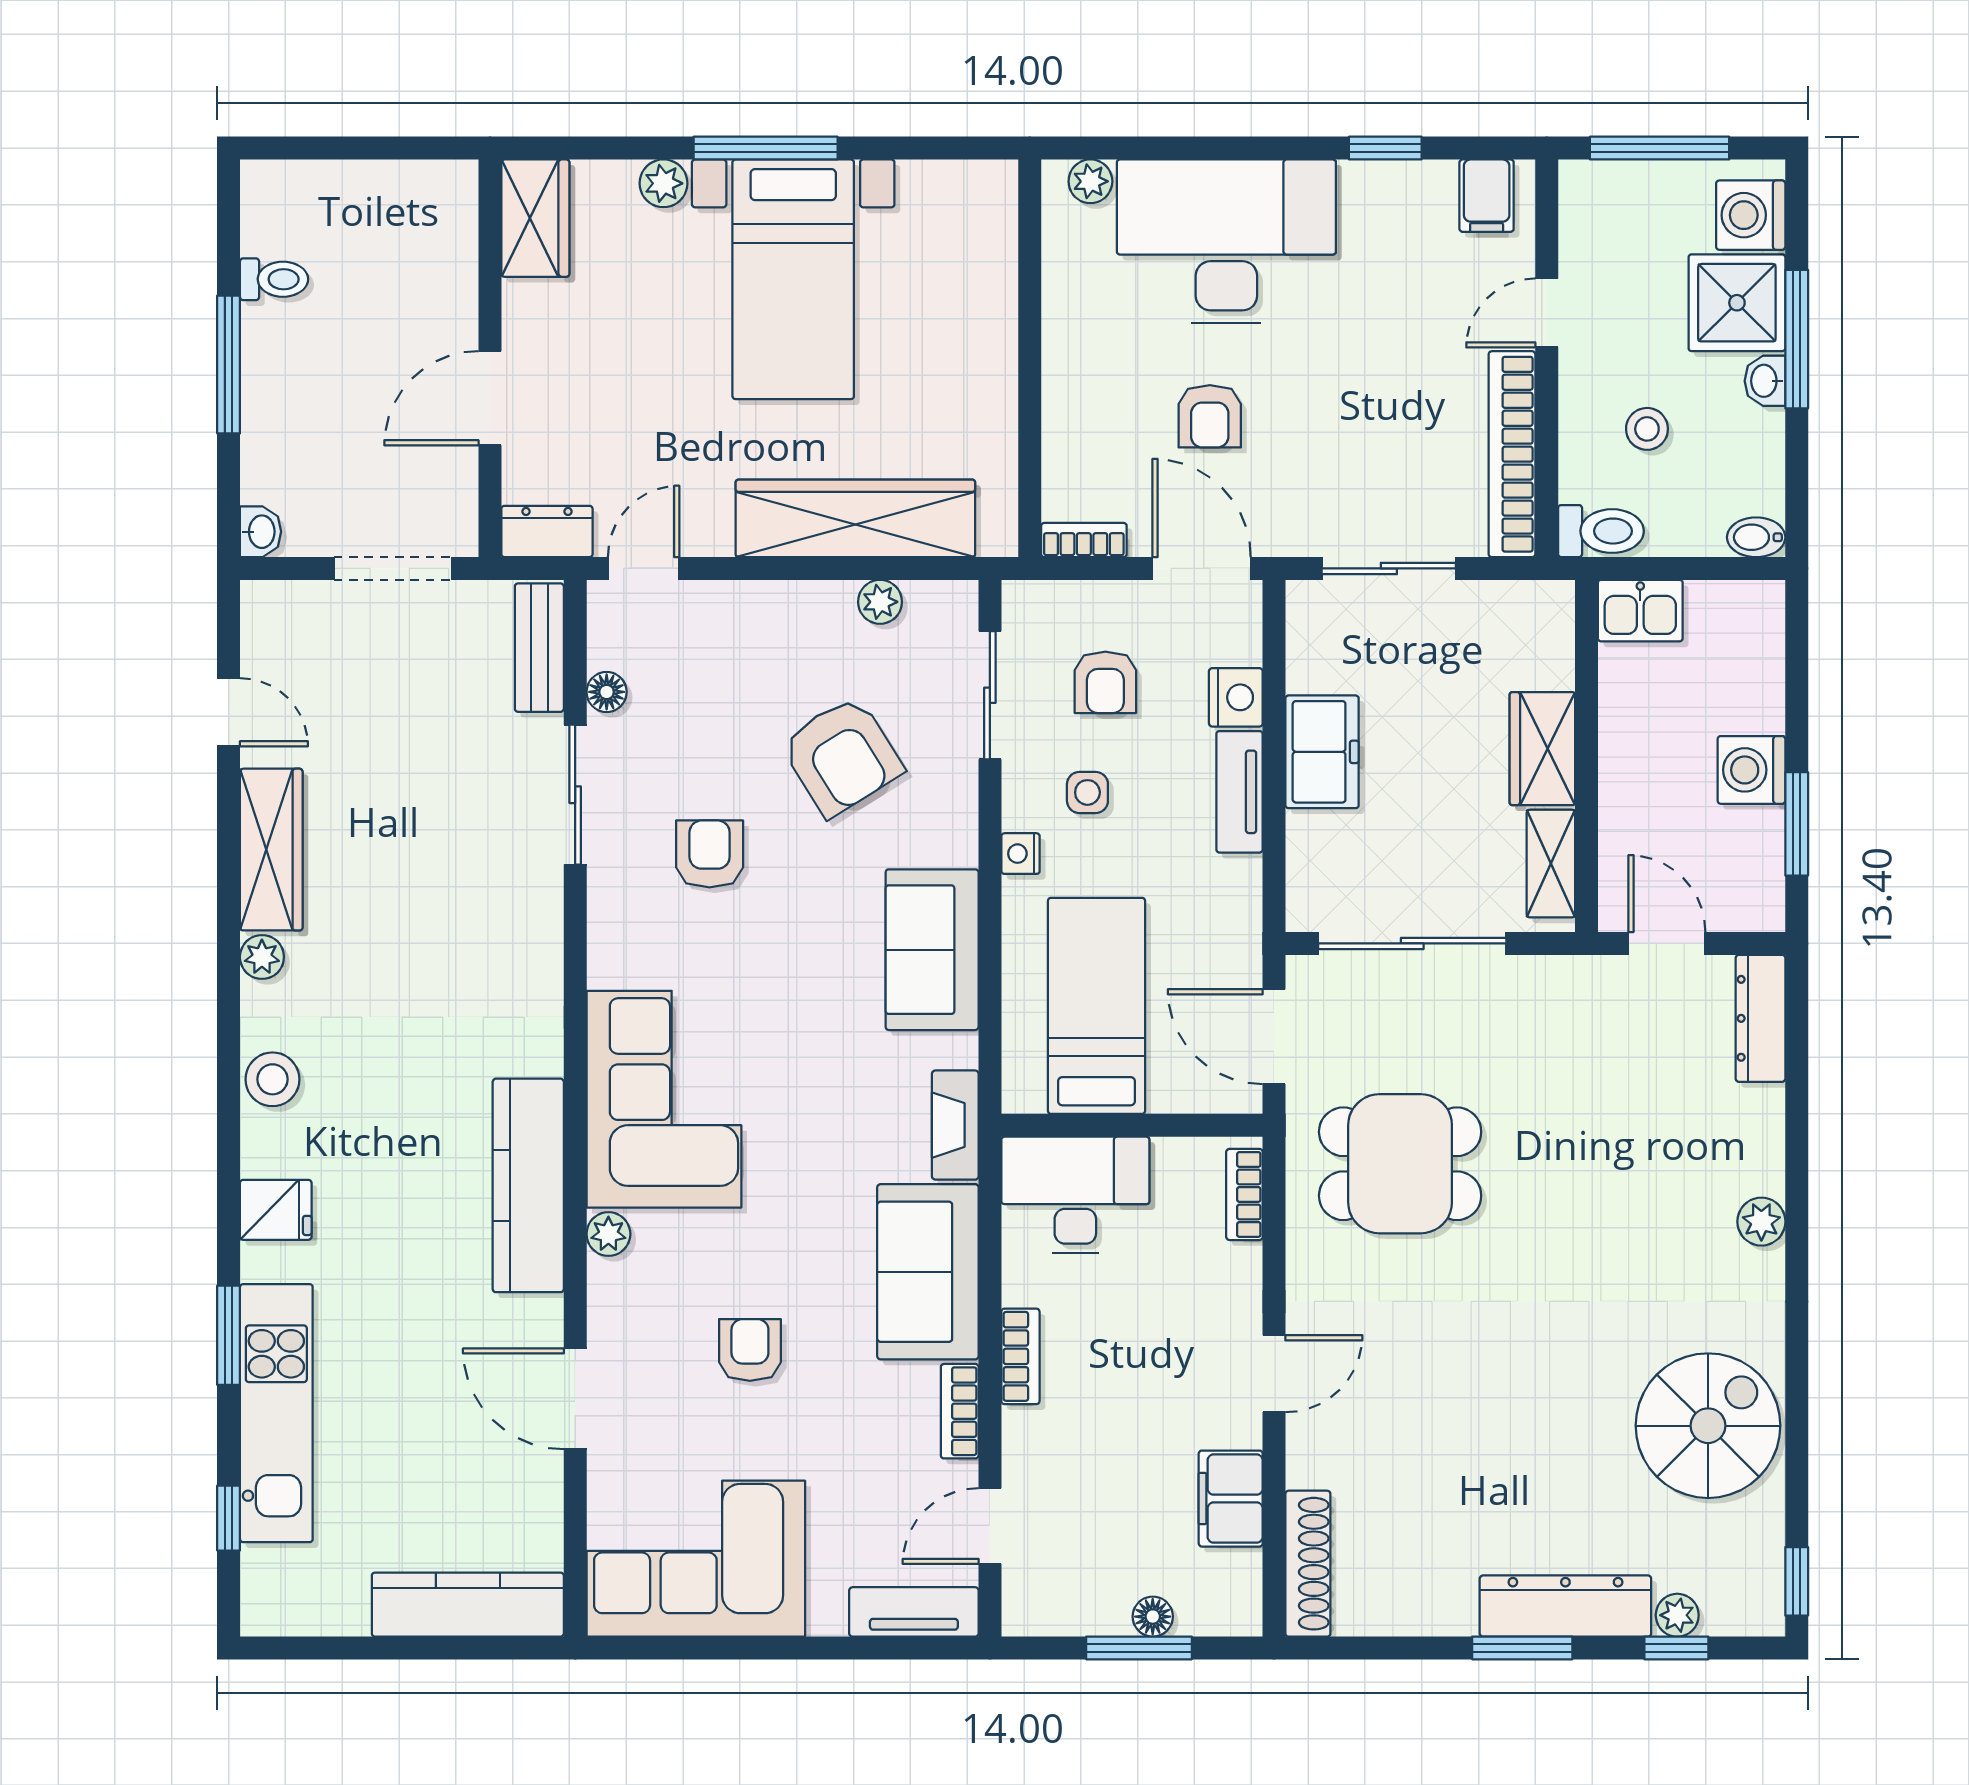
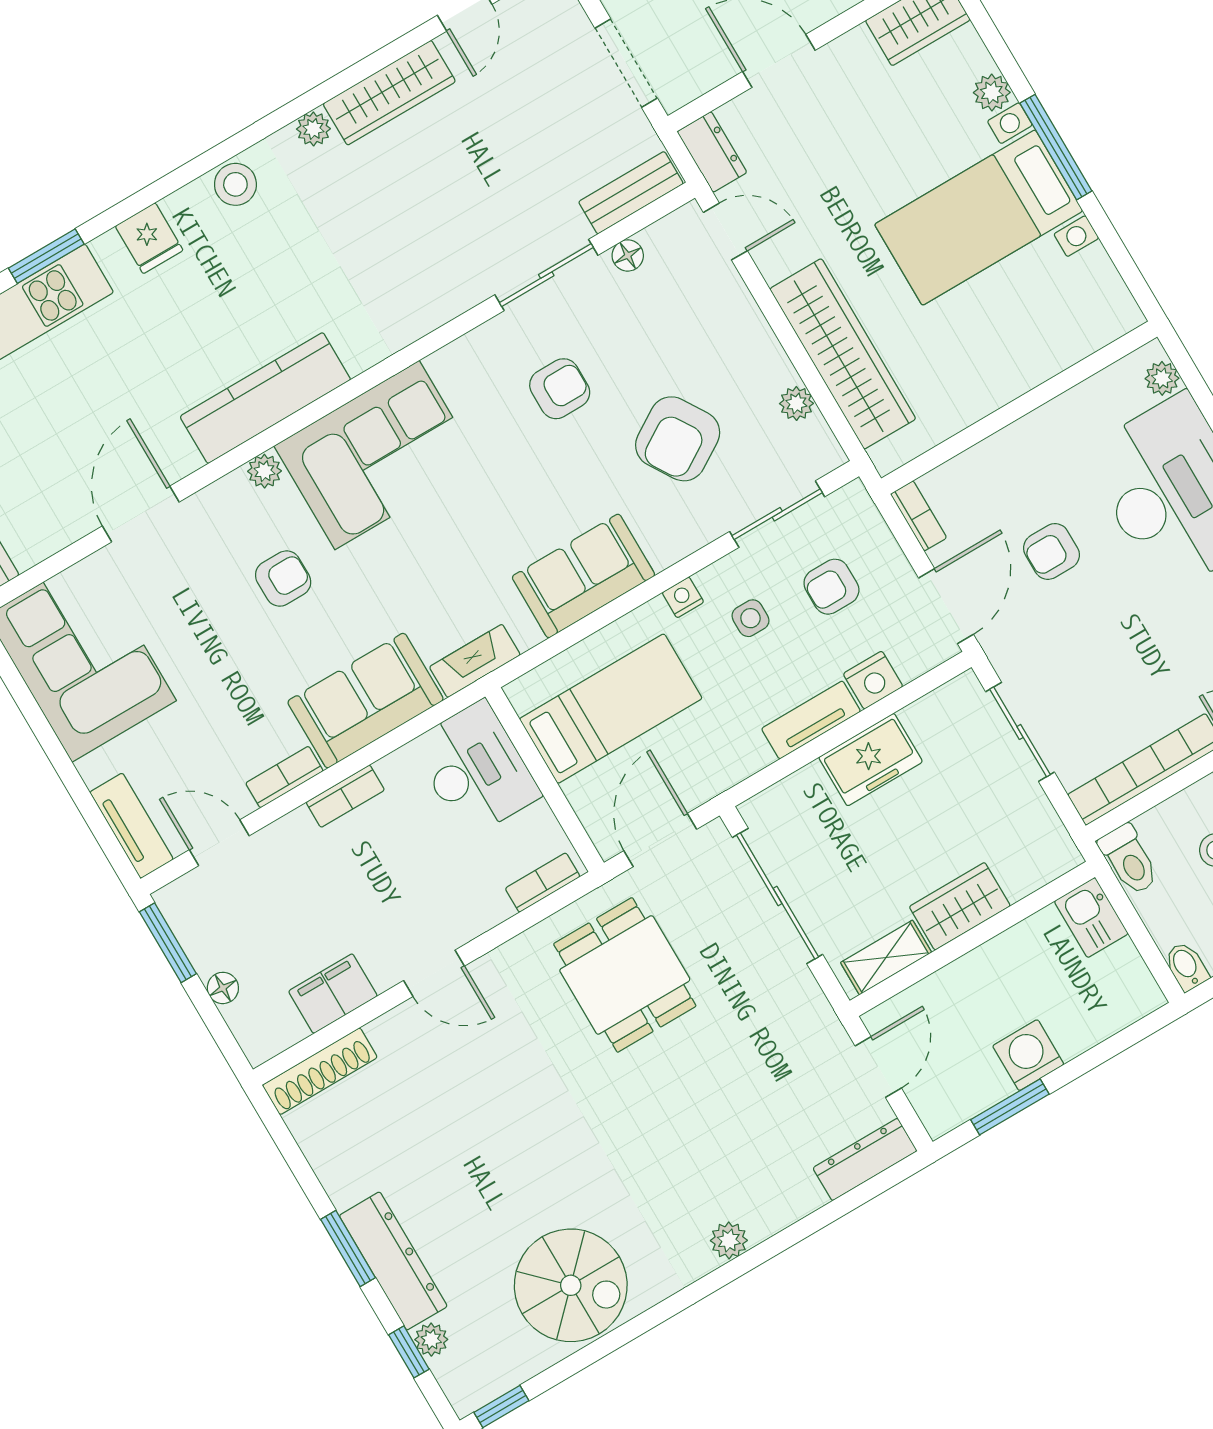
armchair: (750, 1350) -> (283, 579), moved
window: (1139, 1648) -> (168, 943), moved

